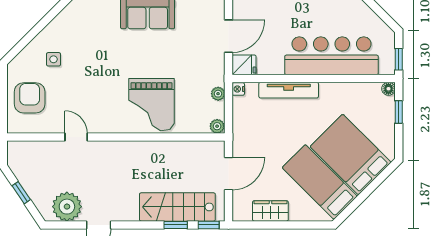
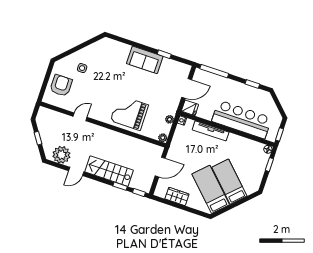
grand piano: (151, 105) -> (129, 113), turned 90
door: (76, 137) -> (80, 117), hinge flipped
bed: (351, 155) -> (229, 182), width x0.67
stairs: (177, 207) -> (109, 171), moved

